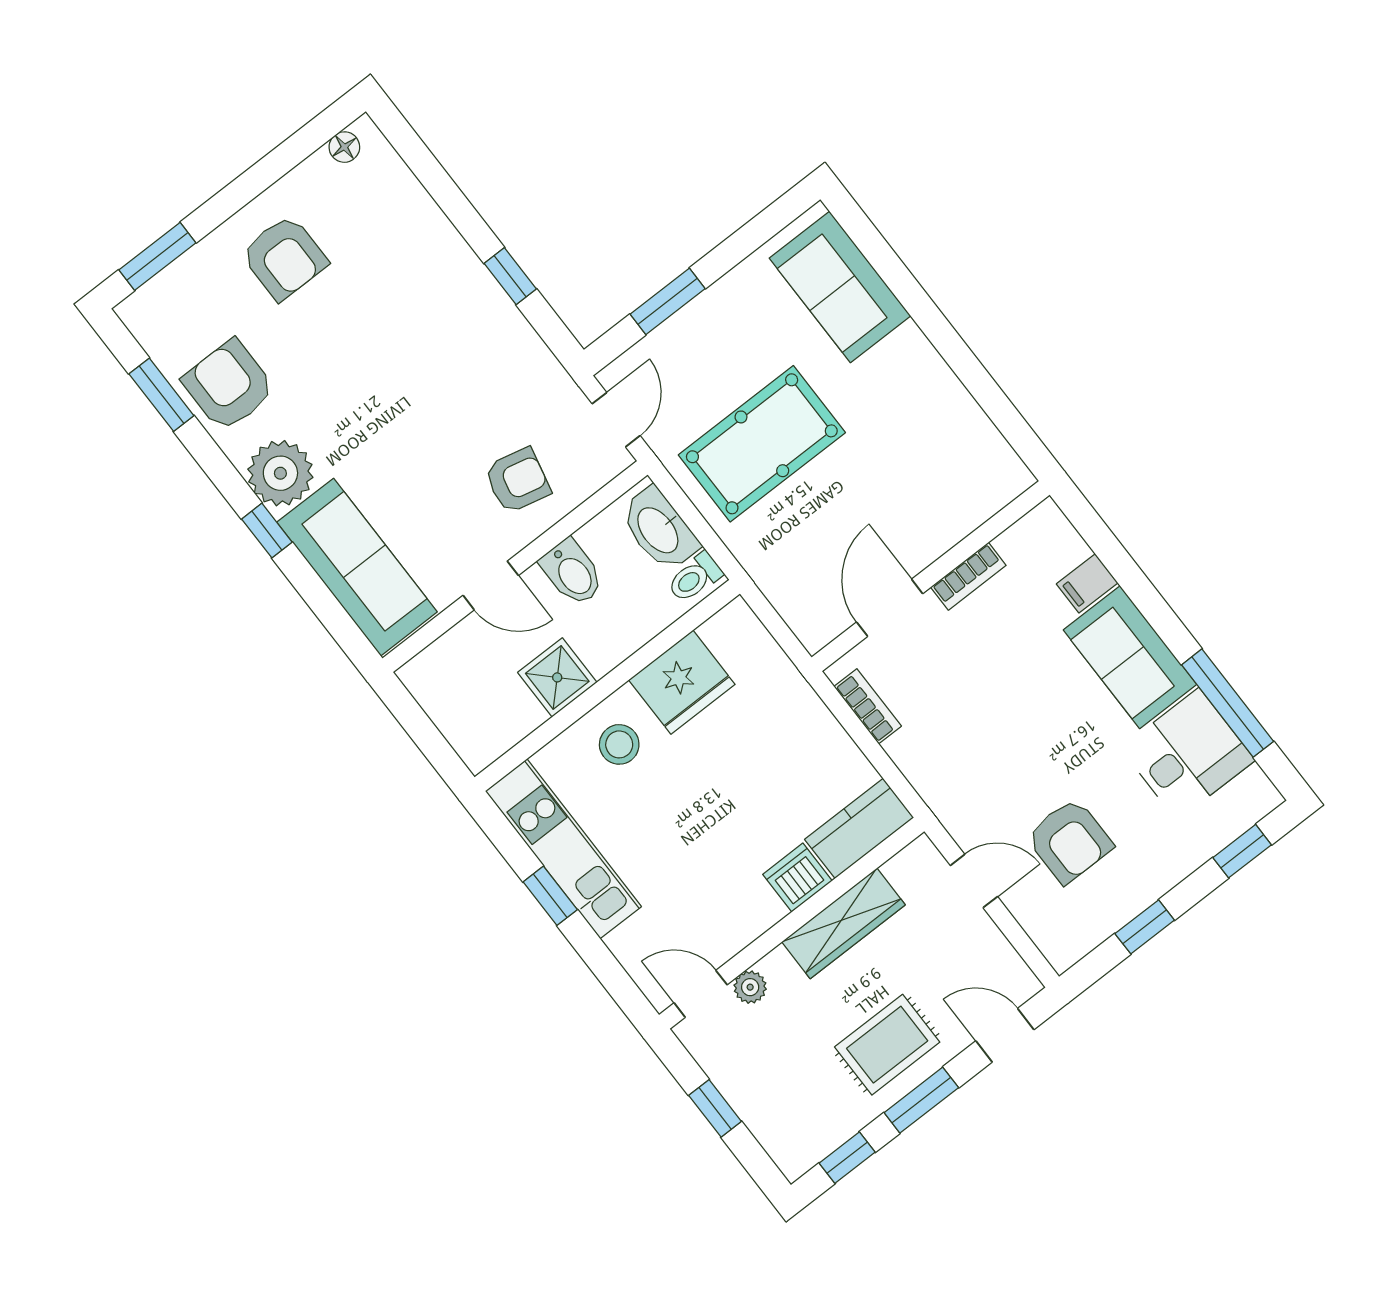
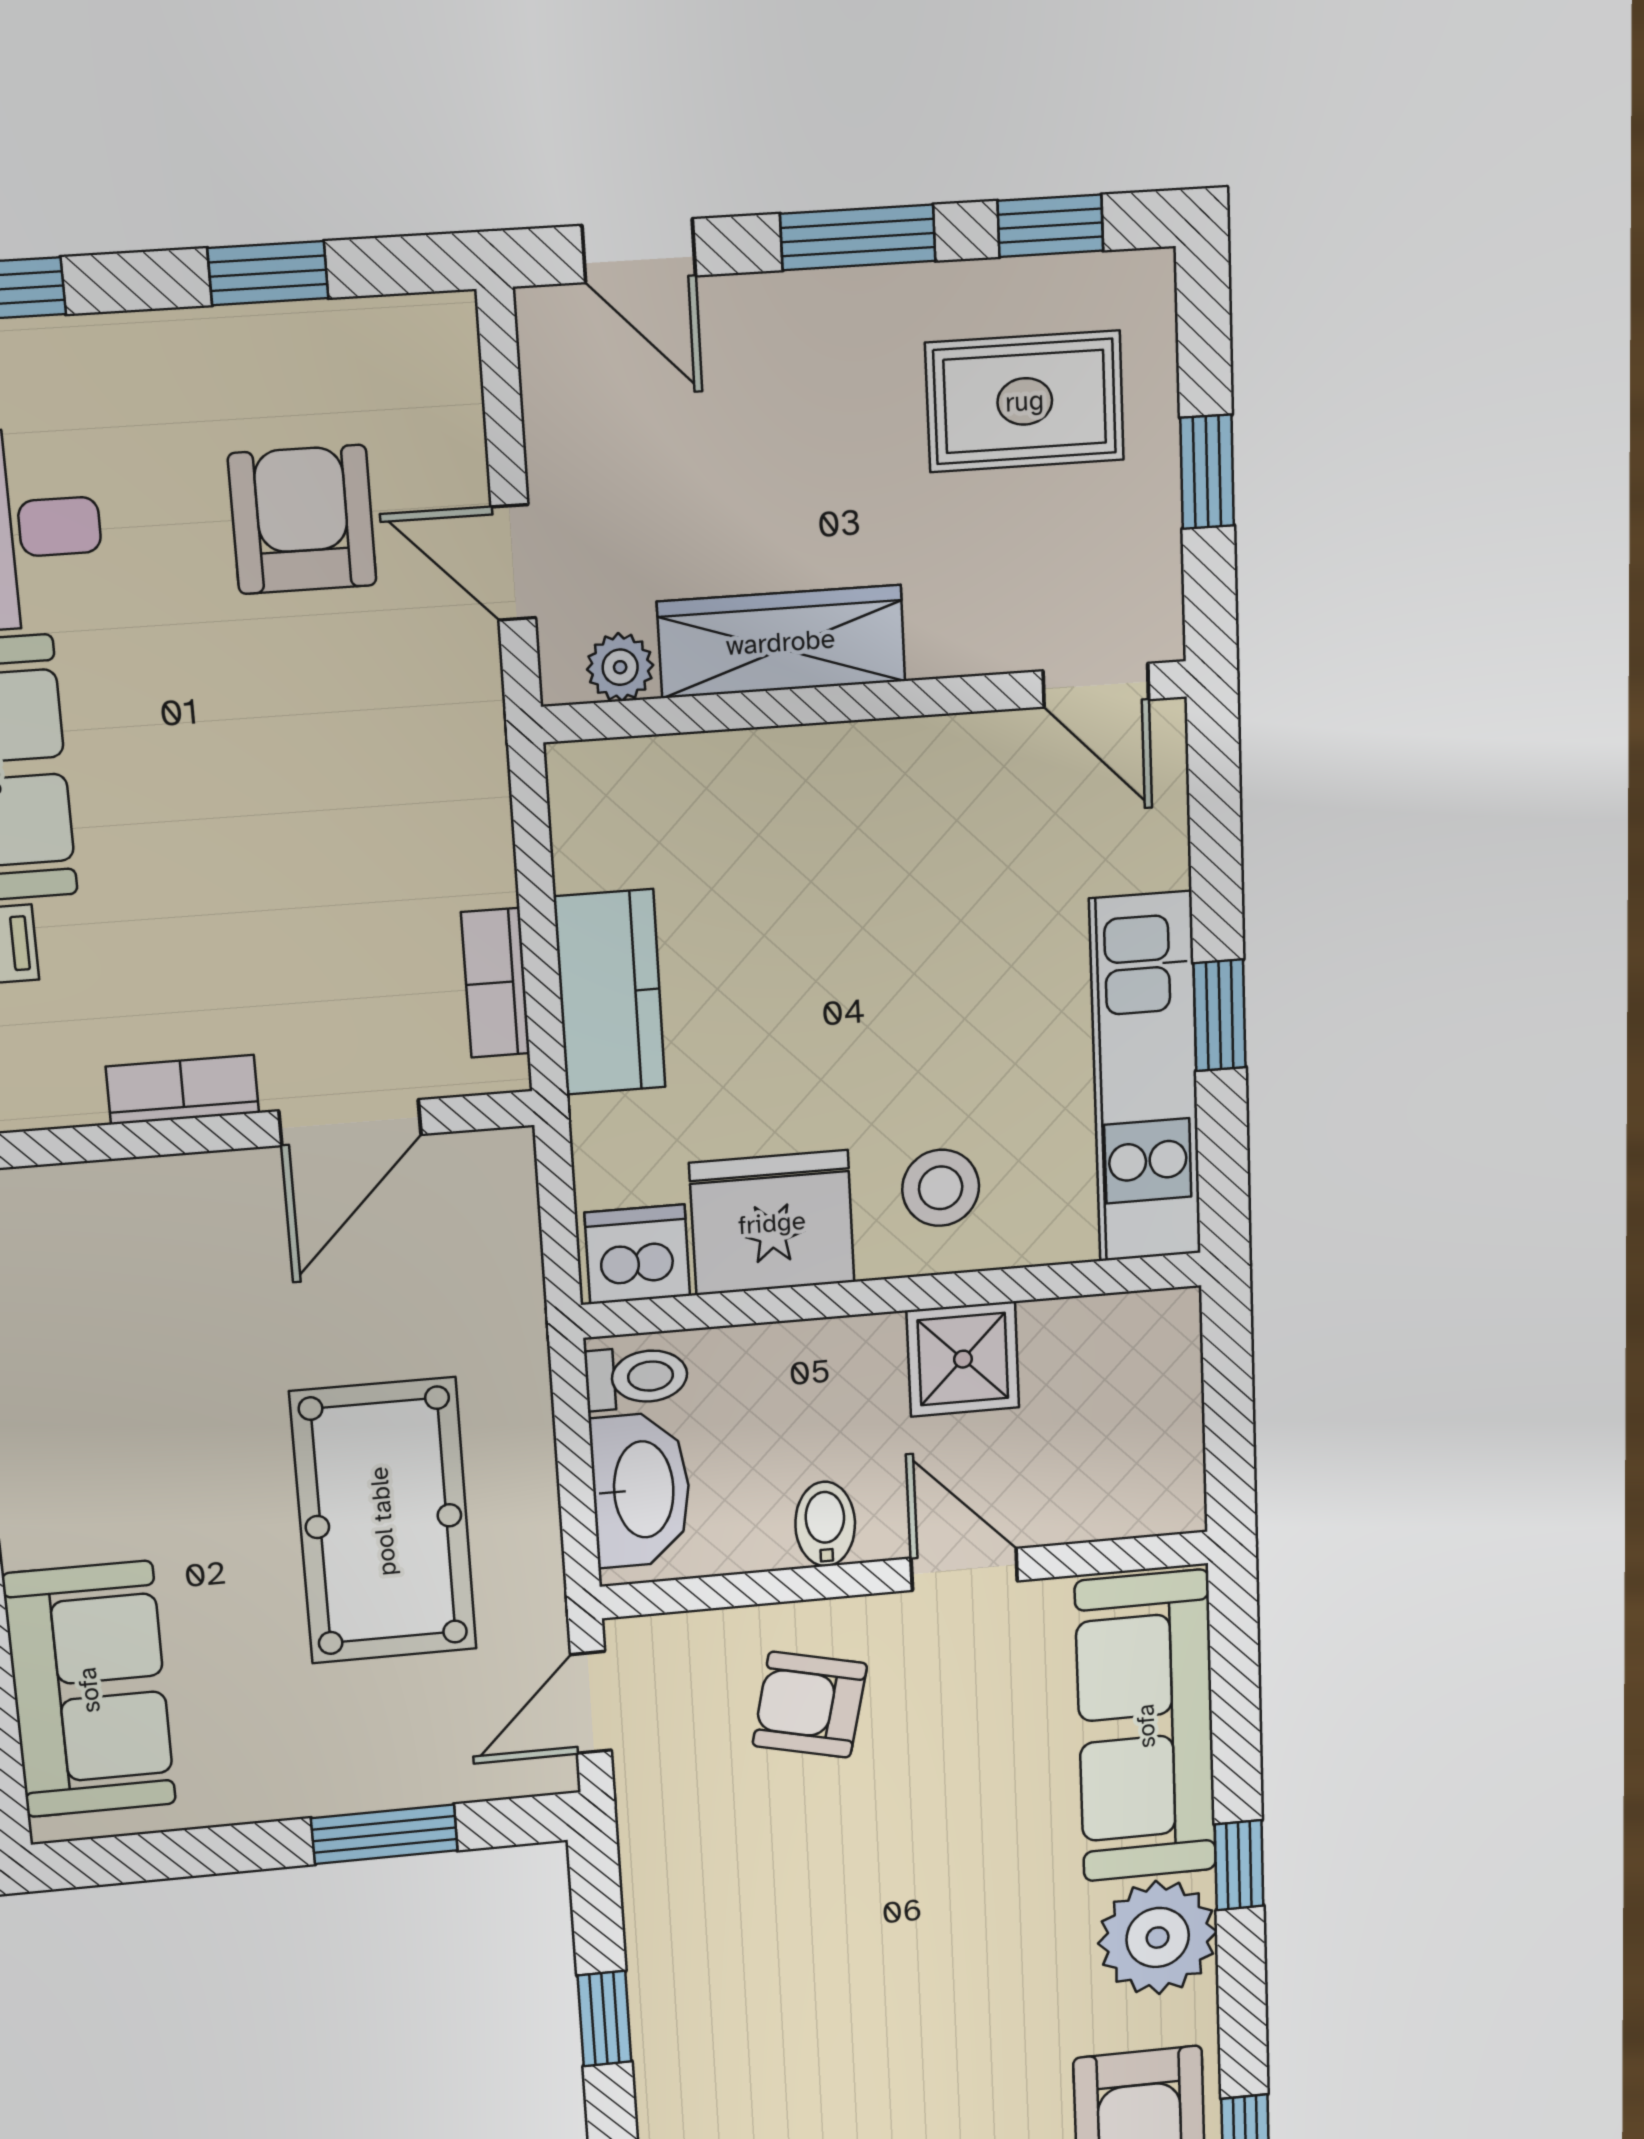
pool table: (762, 444) -> (383, 1521), turned 90
bidet: (572, 573) -> (825, 1524), width x0.72, depth x0.74
kitchen counter: (859, 828) -> (610, 992), moved, turned -90
dishwasher: (797, 878) -> (637, 1254), moved, turned 180
plant: (750, 987) -> (620, 667), moved
rug: (887, 1045) -> (1025, 401), moved

